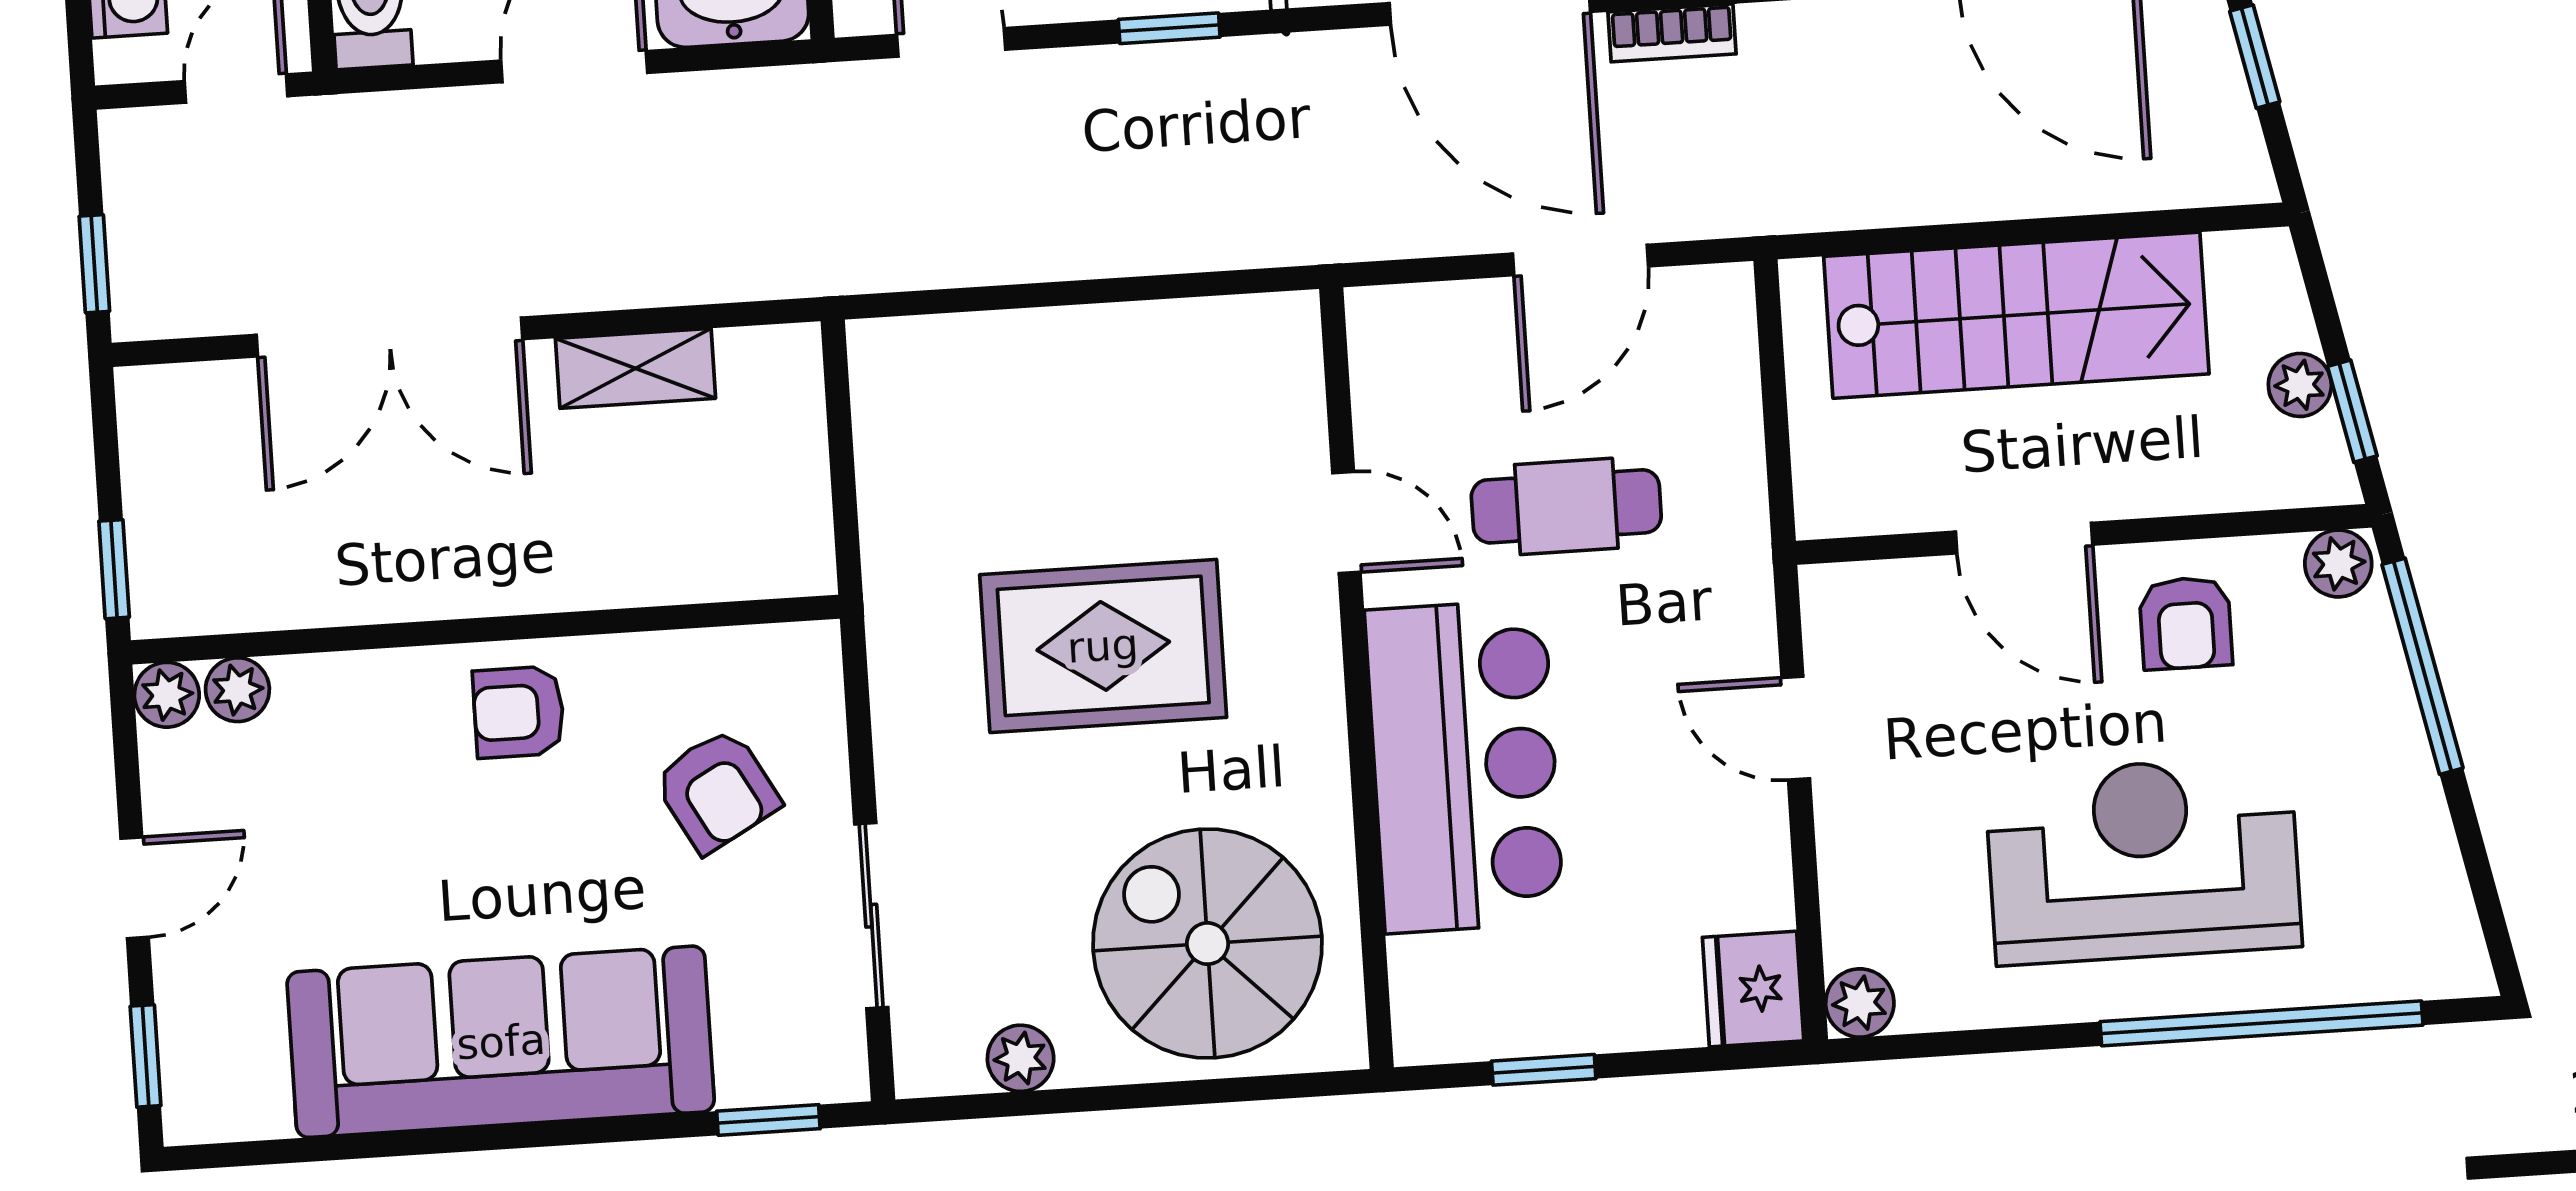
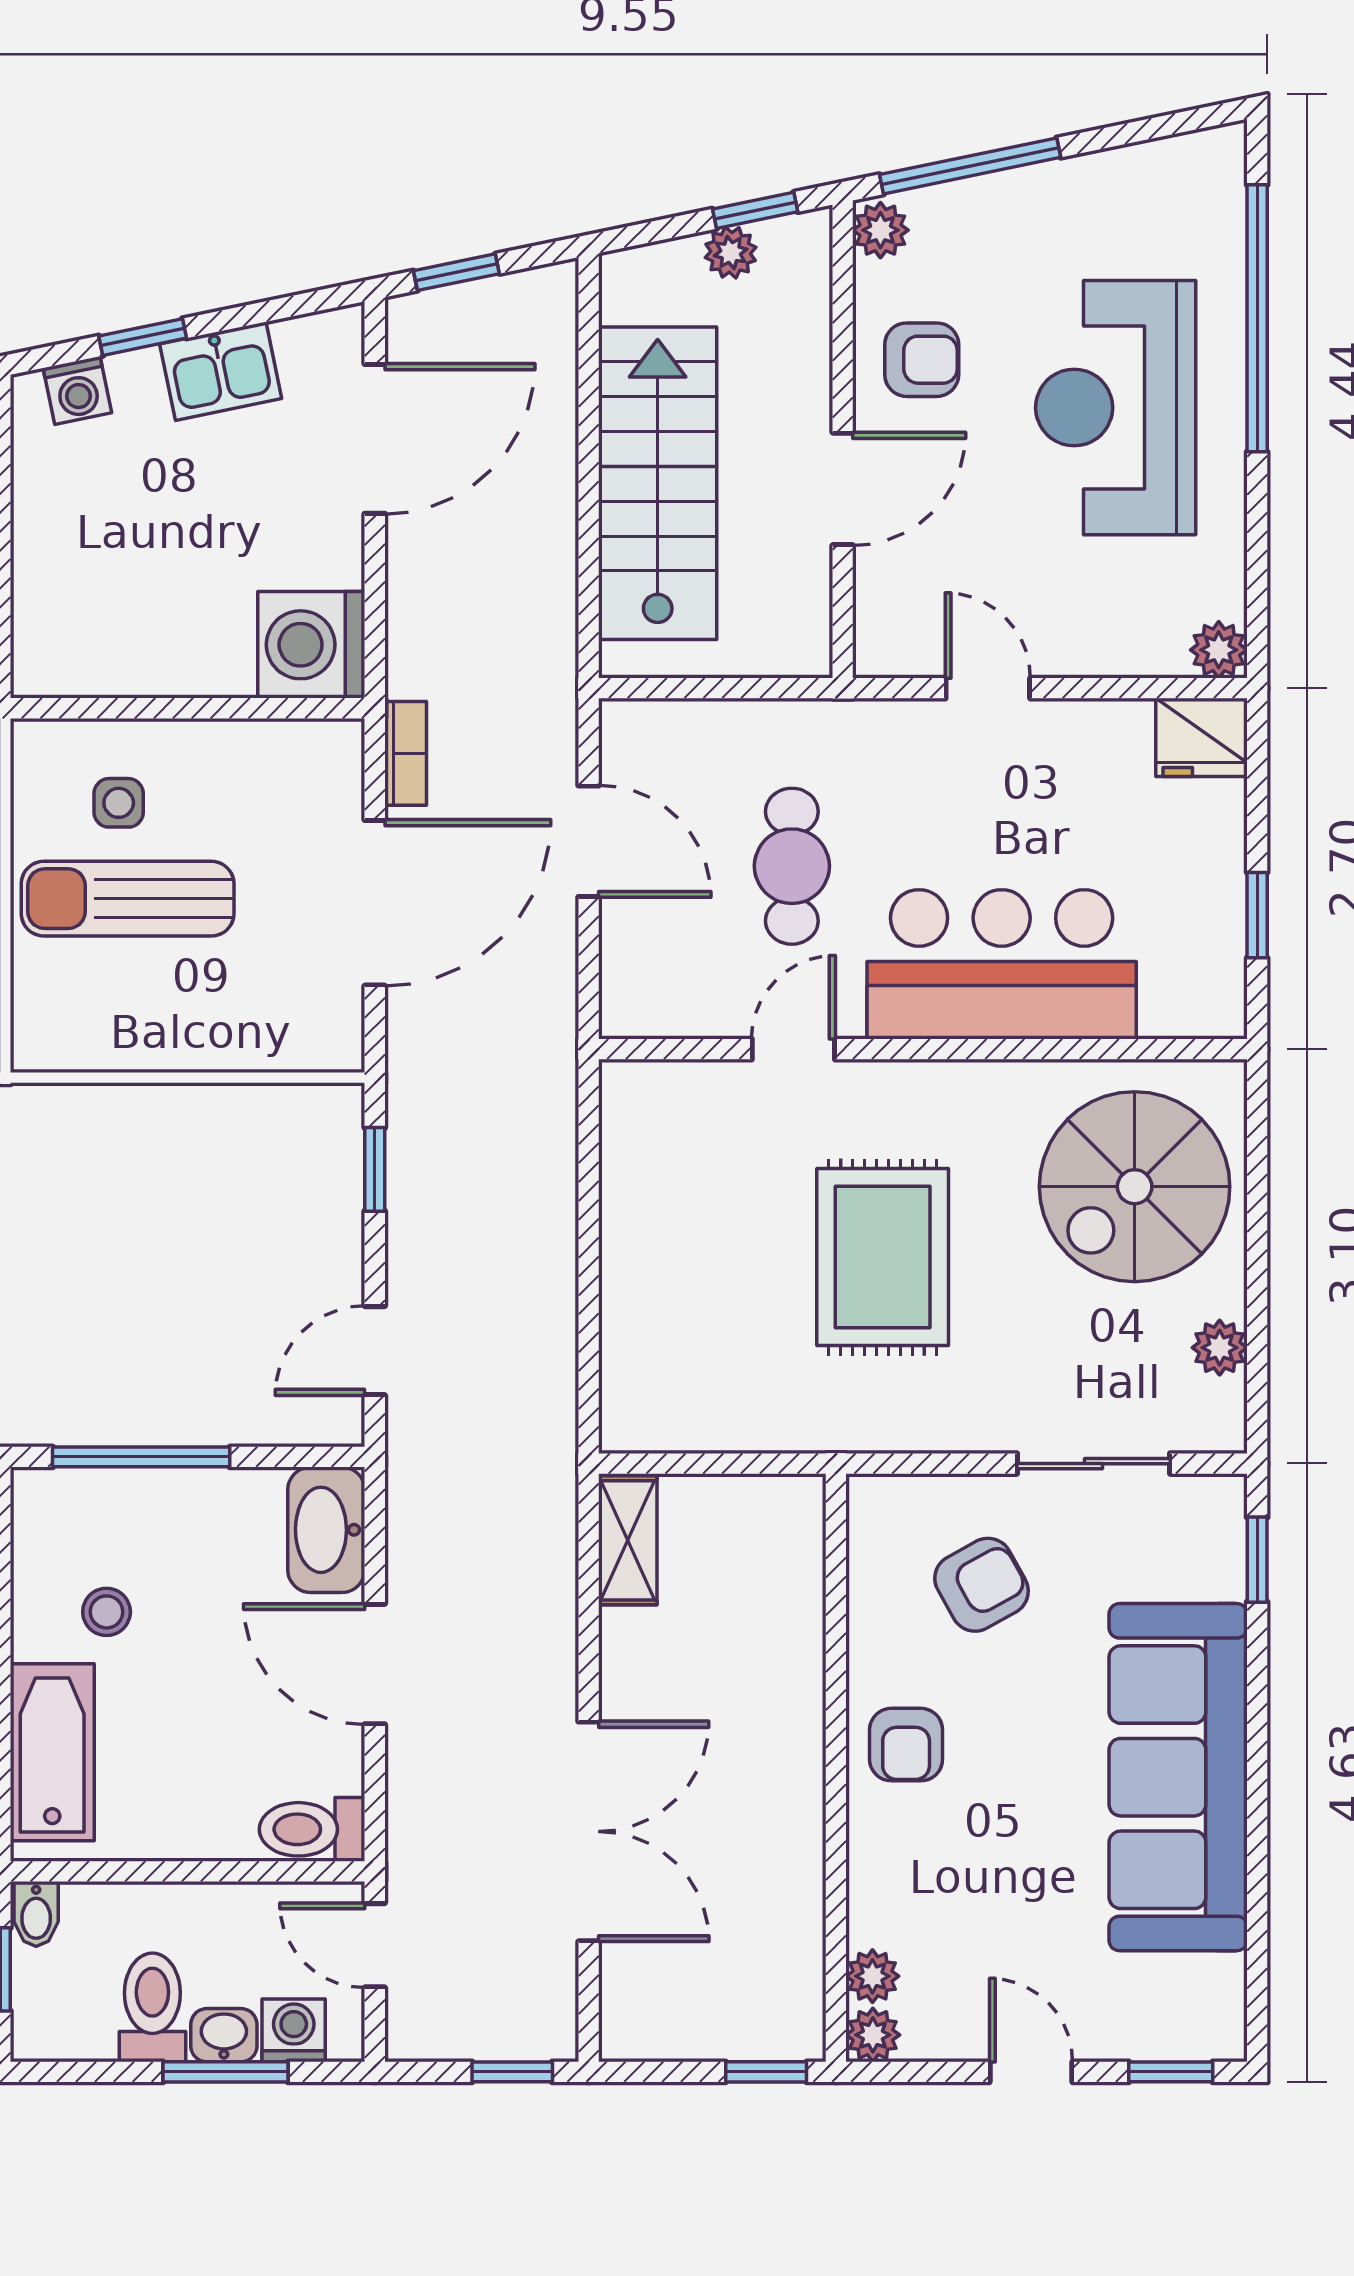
shelving: (635, 368) -> (628, 1540), moved
door: (1796, 728) -> (988, 688), swing flipped

